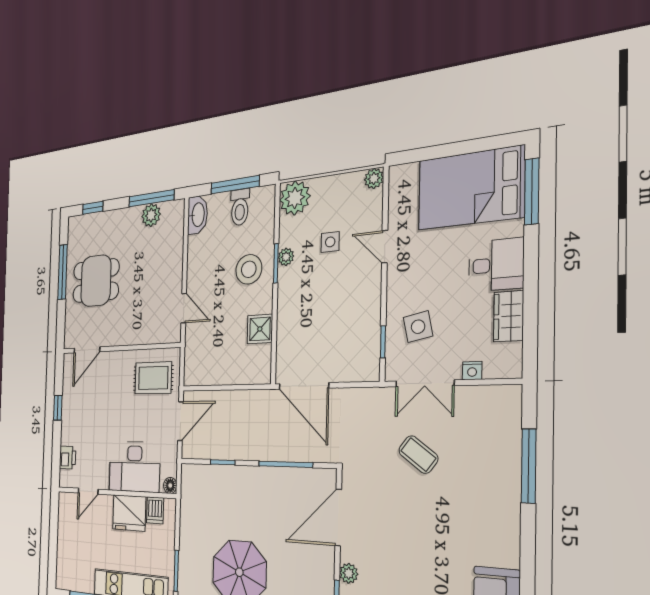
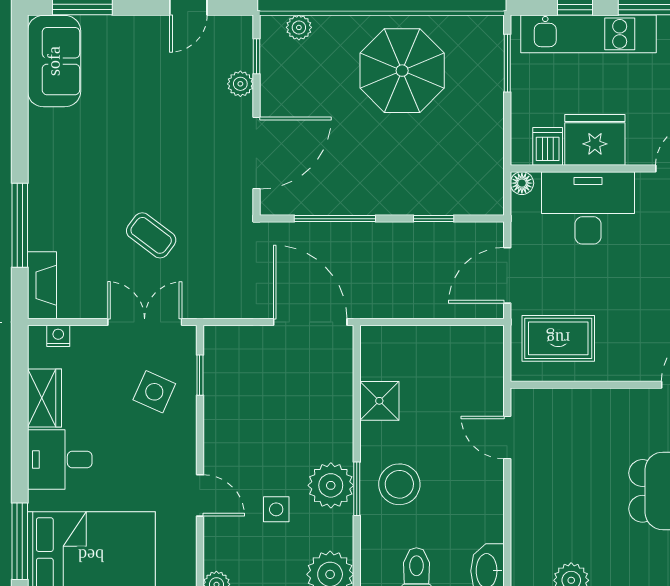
plant: (286, 257) -> (331, 485), width x1.88, depth x1.88
side table: (418, 327) -> (154, 392), turned 36
nightstand: (472, 371) -> (58, 336), moved
fireplace: (510, 413) -> (42, 285), added

